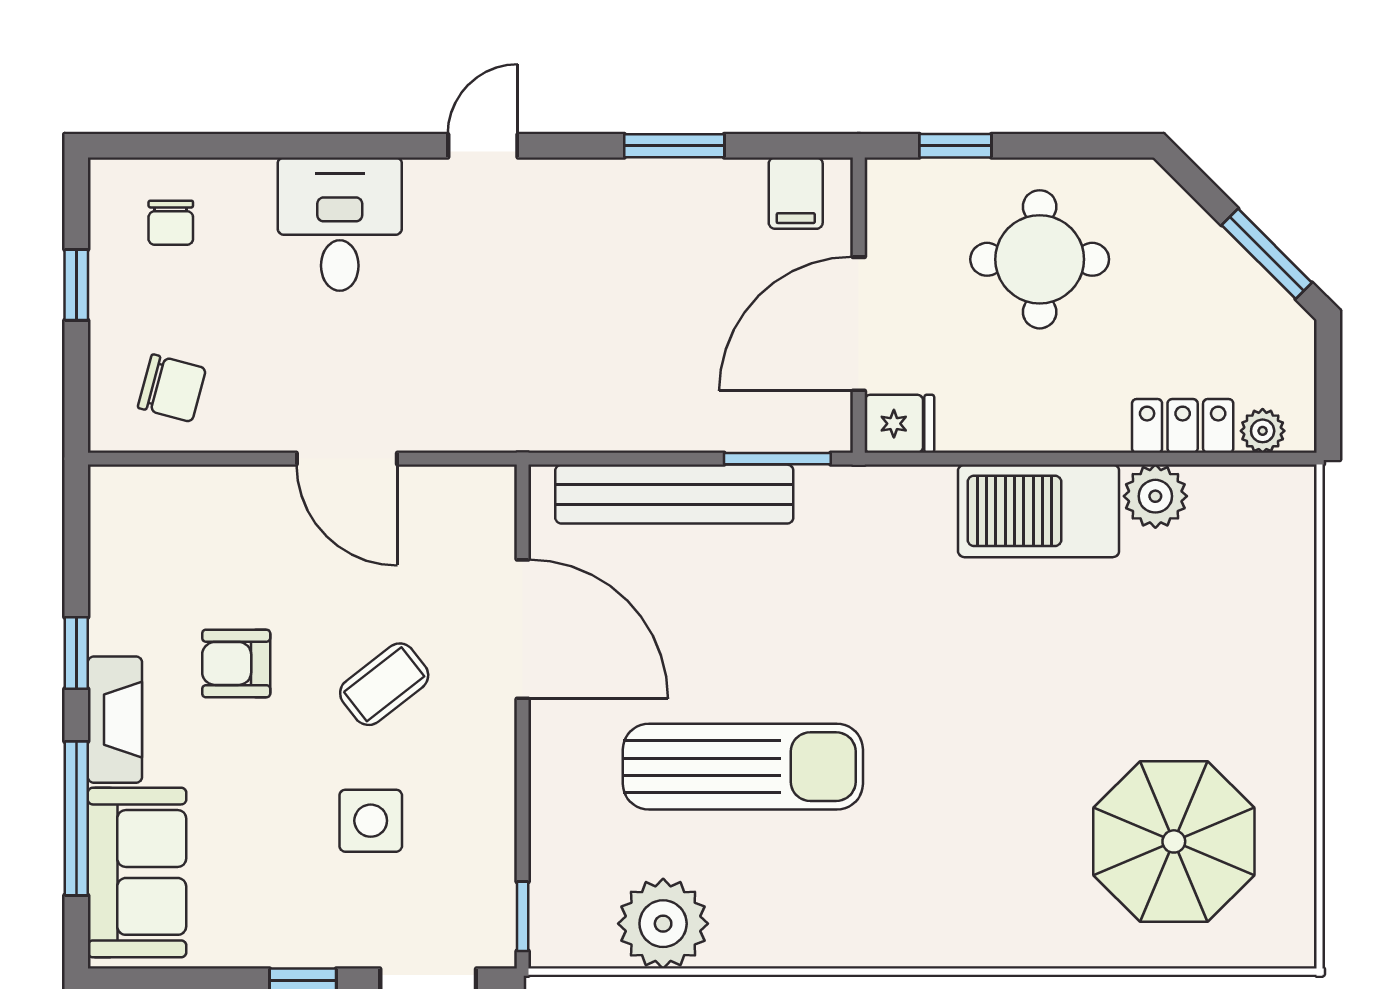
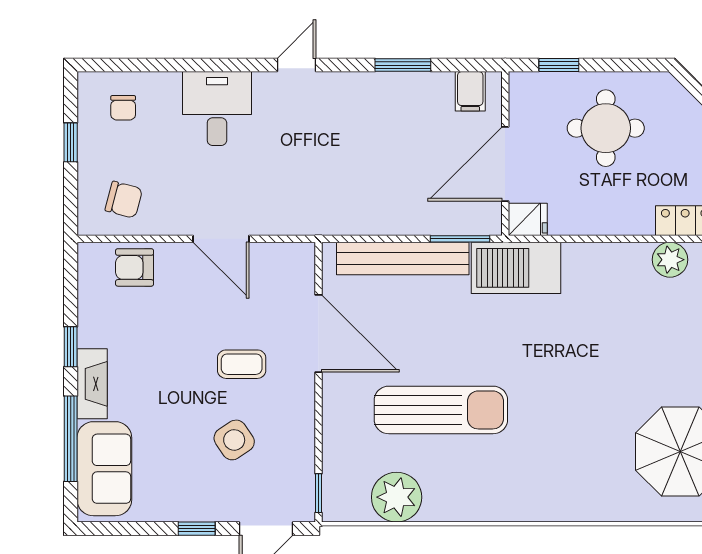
barbecue: (1039, 511) -> (516, 268), moved
armchair: (236, 663) -> (135, 267), moved
coffee table: (384, 684) -> (242, 364), turned 38
side table: (371, 821) -> (234, 440), turned -34

